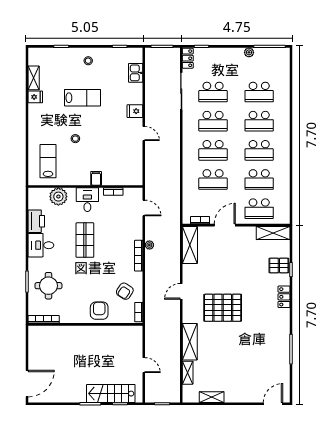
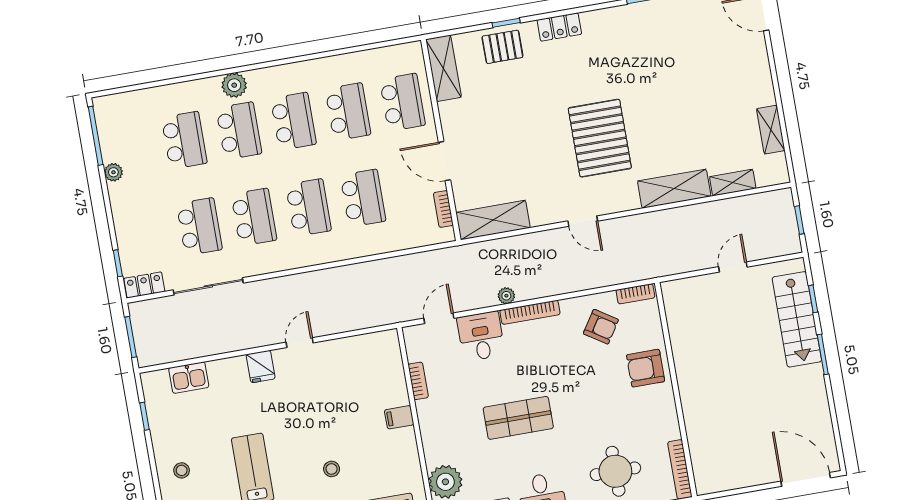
plant: (283, 123) -> (234, 85), added
desk: (87, 200) -> (481, 336), moved, turned 90
pallet: (279, 266) -> (502, 47), turned 90

